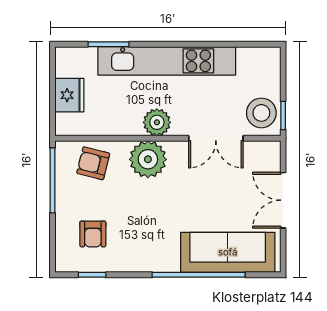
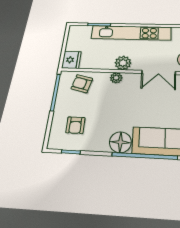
fridge: (69, 95) -> (71, 60), moved
plant: (148, 159) -> (116, 78), width x0.53, depth x0.53
floor lamp: (163, 257) -> (120, 142), added

